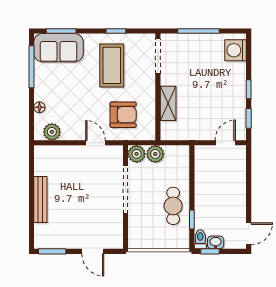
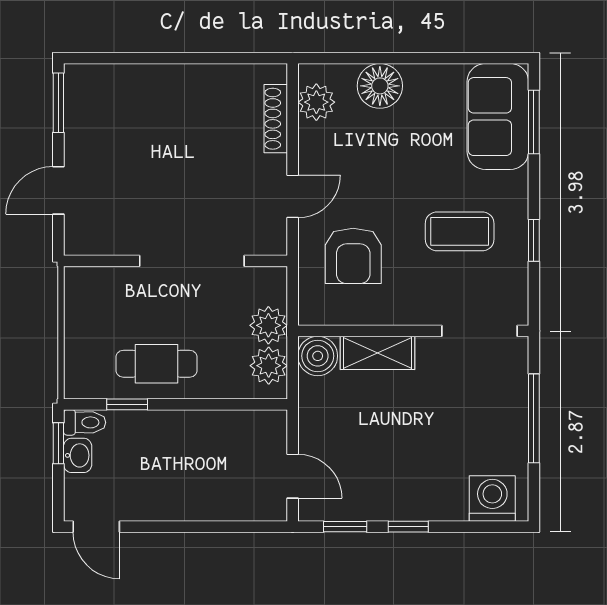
coffee table: (112, 65) -> (460, 231), width x0.73, depth x0.76
window: (31, 67) -> (457, 58), removed
floor lamp: (39, 107) -> (380, 86), width x1.89, depth x1.89
boiler: (169, 131) -> (318, 356), added
shoe rack: (60, 151) -> (276, 119), added
plant: (137, 154) -> (269, 366), moved
bench: (40, 200) -> (170, 77), removed

